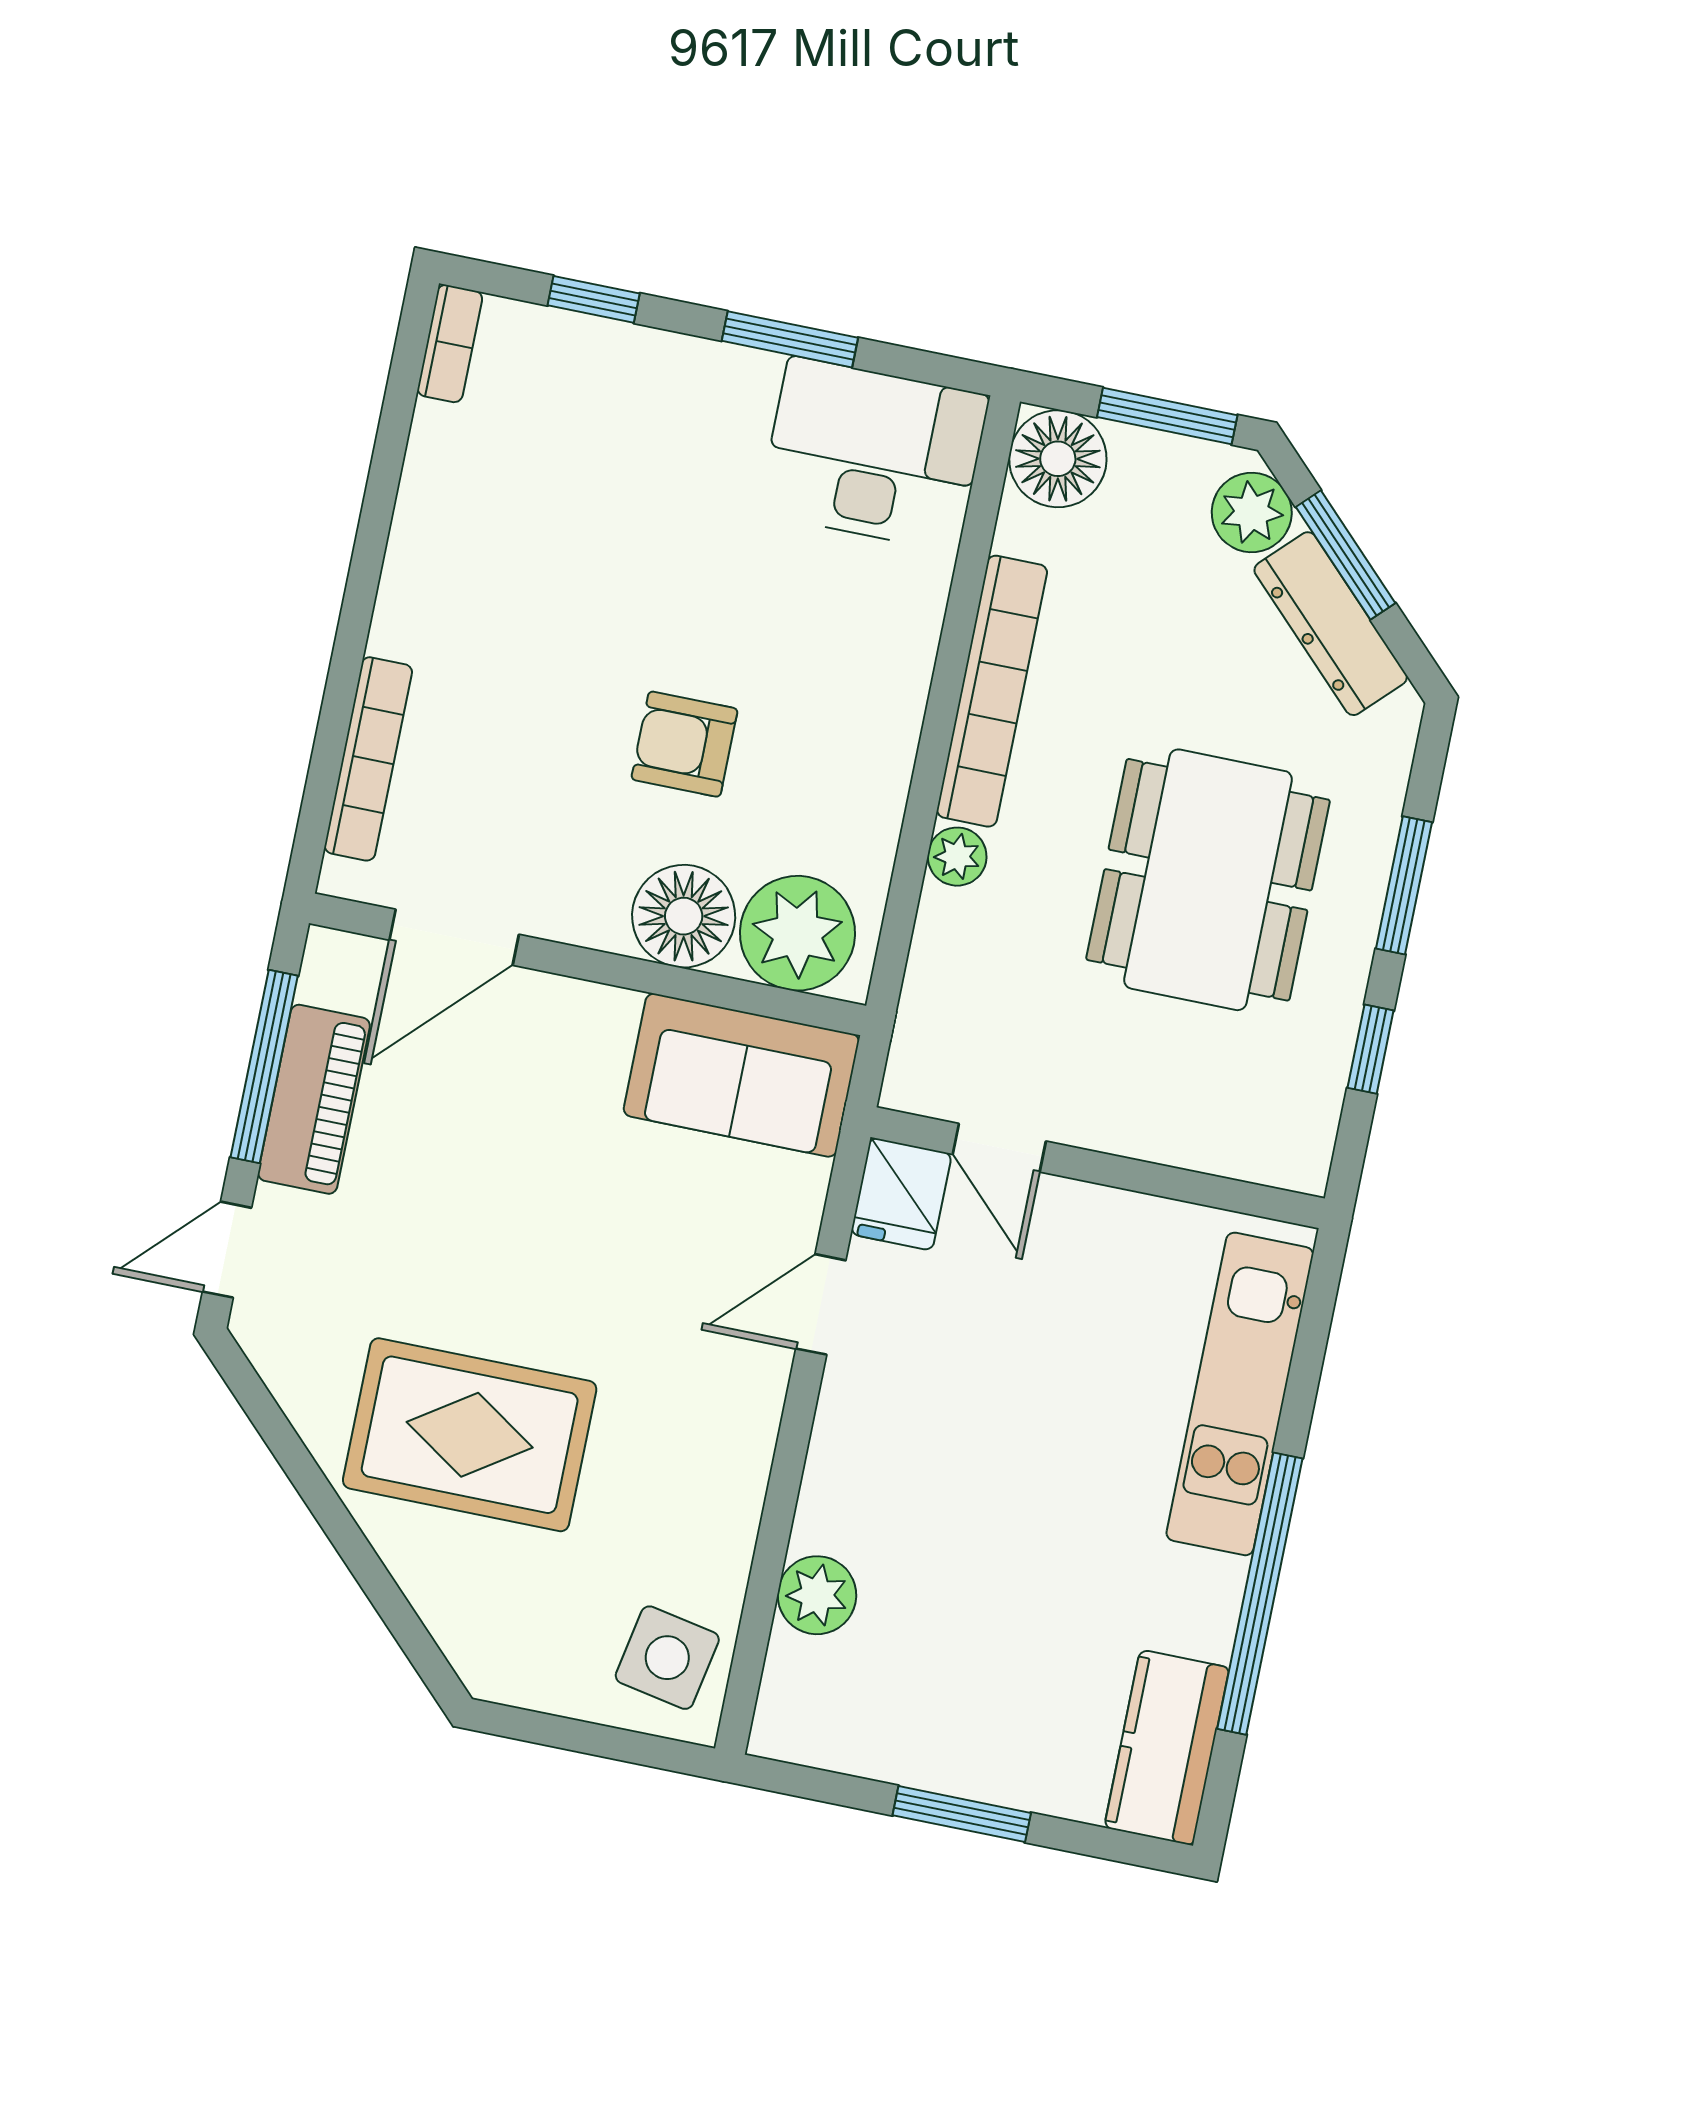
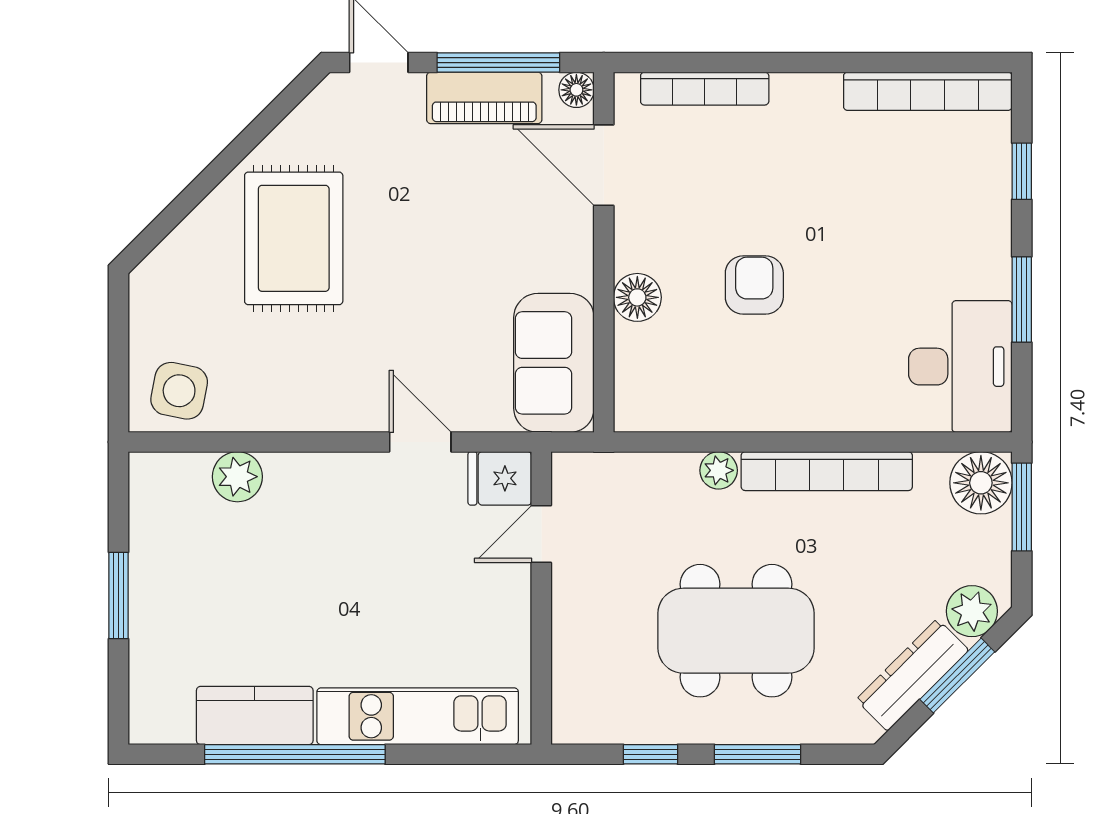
bookcase: (450, 344) -> (928, 91), width x2.31, depth x1.31
window: (1167, 416) -> (1022, 507), moved
floor lamp: (684, 916) -> (637, 297), width x0.73, depth x0.73
plant: (797, 933) -> (650, 380), removed
floor lamp: (330, 956) -> (576, 90), added
kitchen counter: (1167, 1748) -> (255, 716), moved

